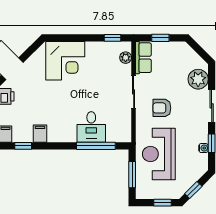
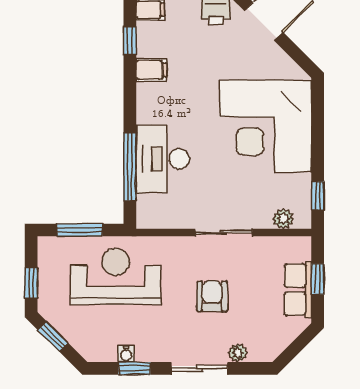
row of seats: (143, 58) -> (298, 290), moved, turned 90
corner desk: (65, 61) -> (266, 126), width x1.36, depth x1.36
plant: (198, 79) -> (238, 353), width x0.53, depth x0.53
armchair: (162, 108) -> (212, 296), moved
desk: (91, 127) -> (163, 159), width x1.37

